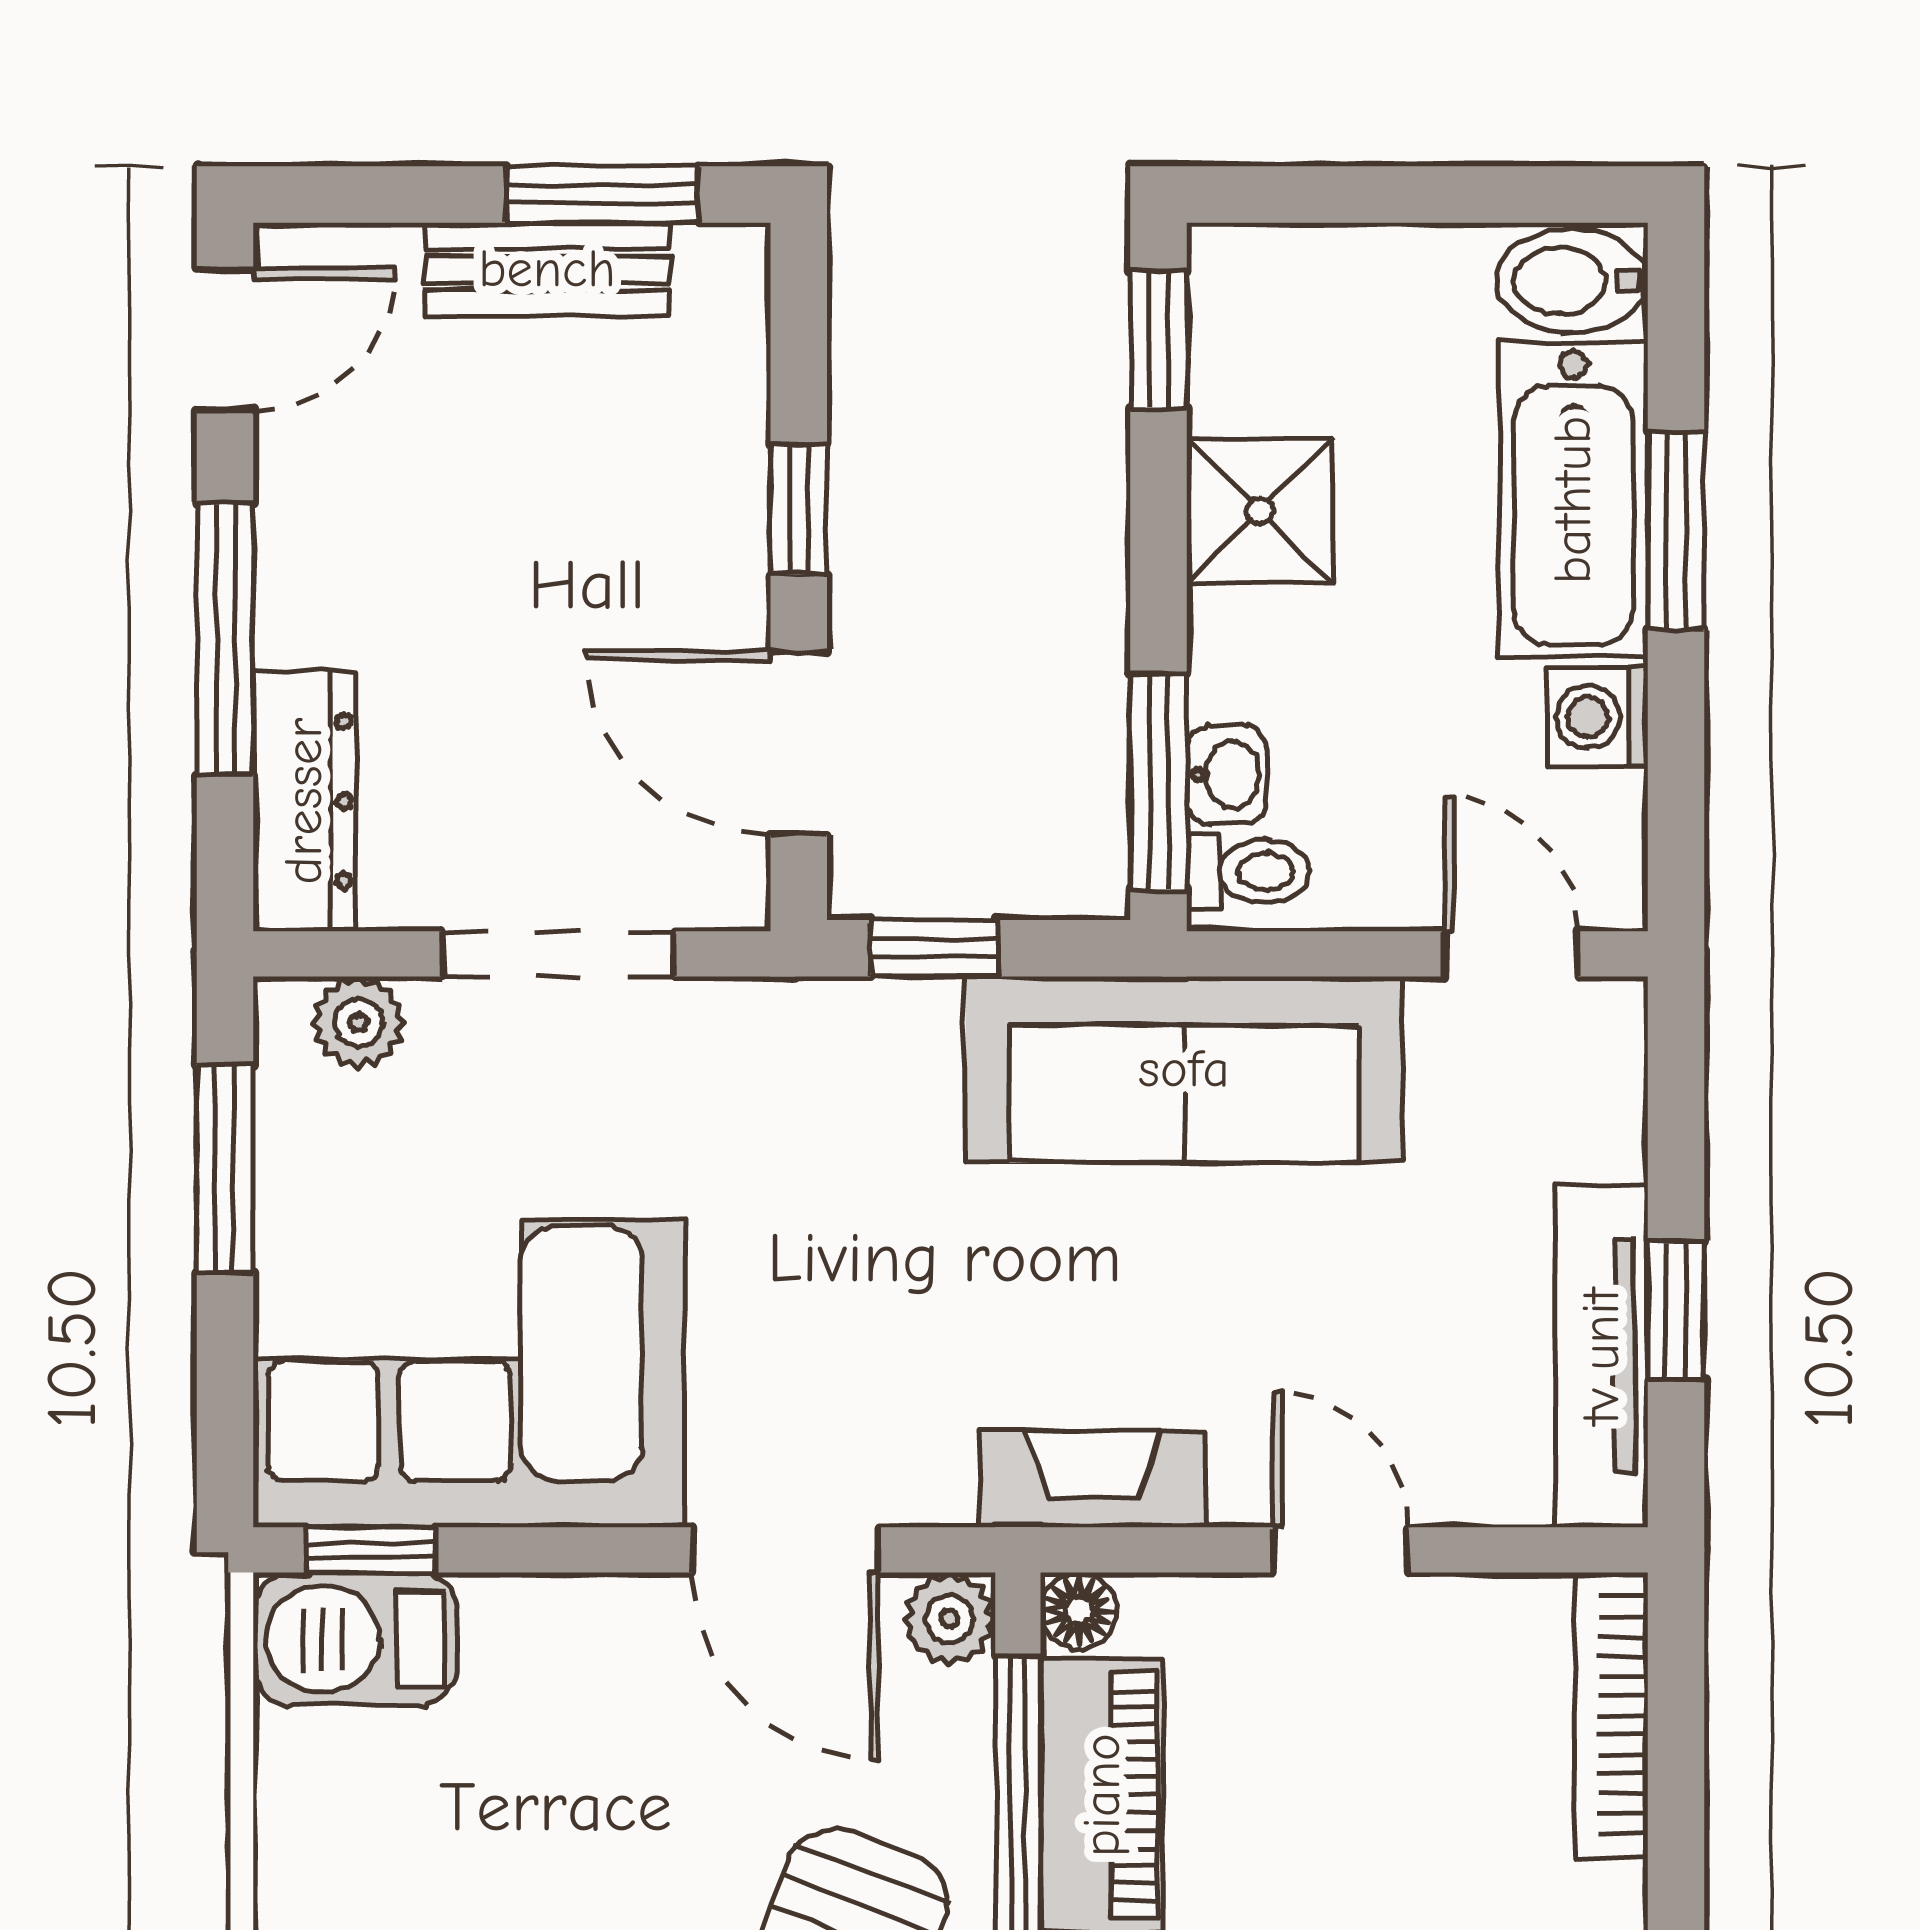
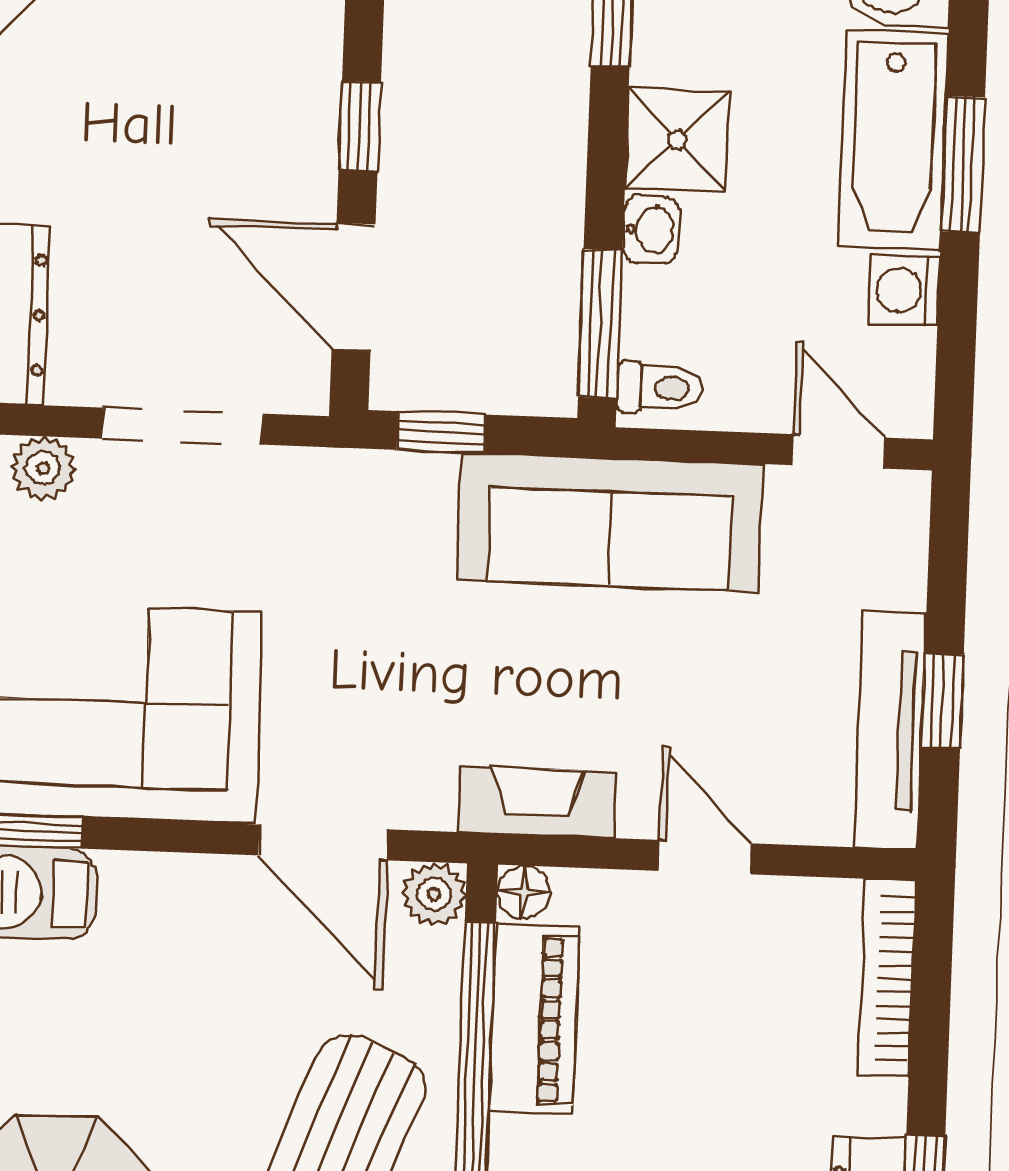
washbasin: (1227, 775) -> (651, 230), moved

